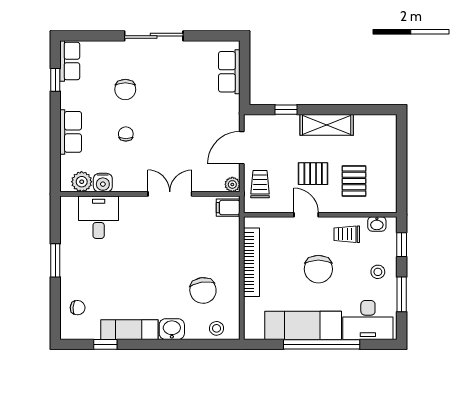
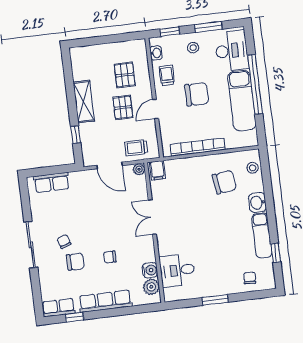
chair: (153, 78) -> (64, 241), added
row of seats: (71, 132) -> (105, 301), width x1.48
pallet: (354, 181) -> (125, 75), turned 90
trolley: (347, 234) -> (167, 75), turned 180

